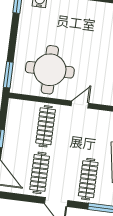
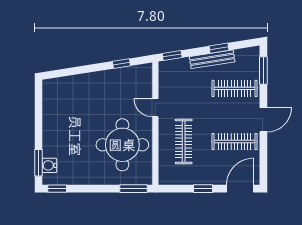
clothes rail: (46, 126) -> (184, 141), turned 90

